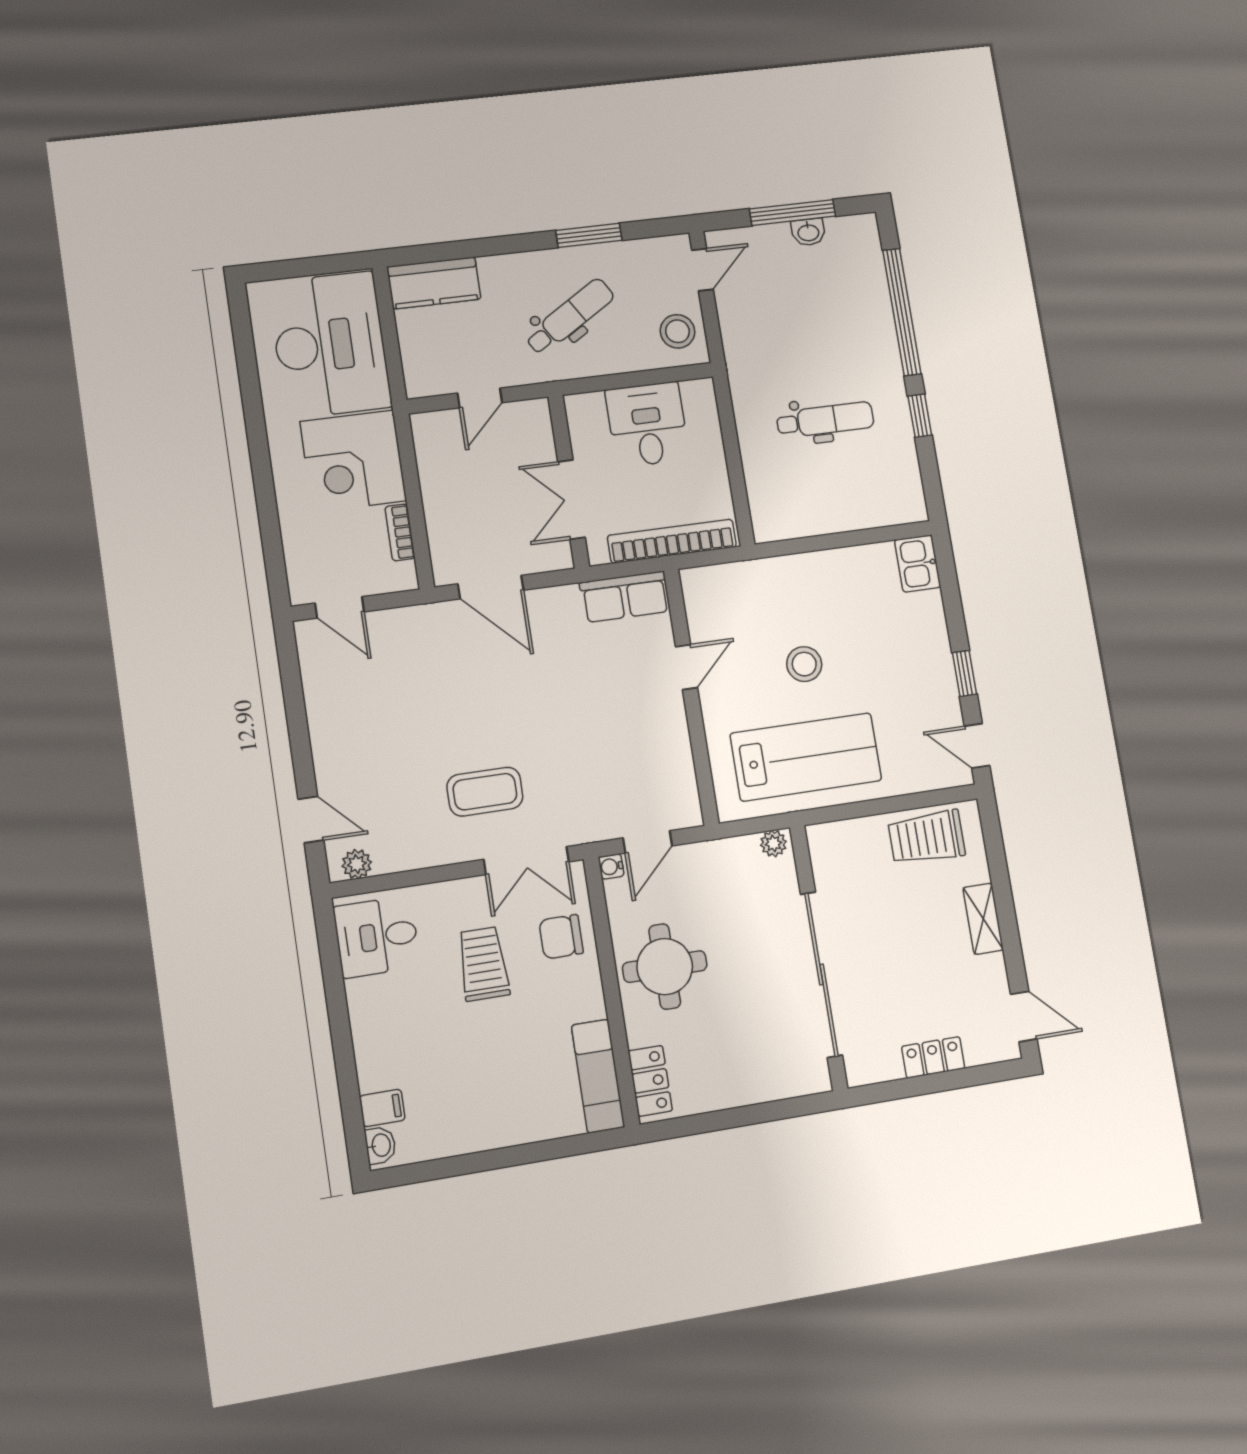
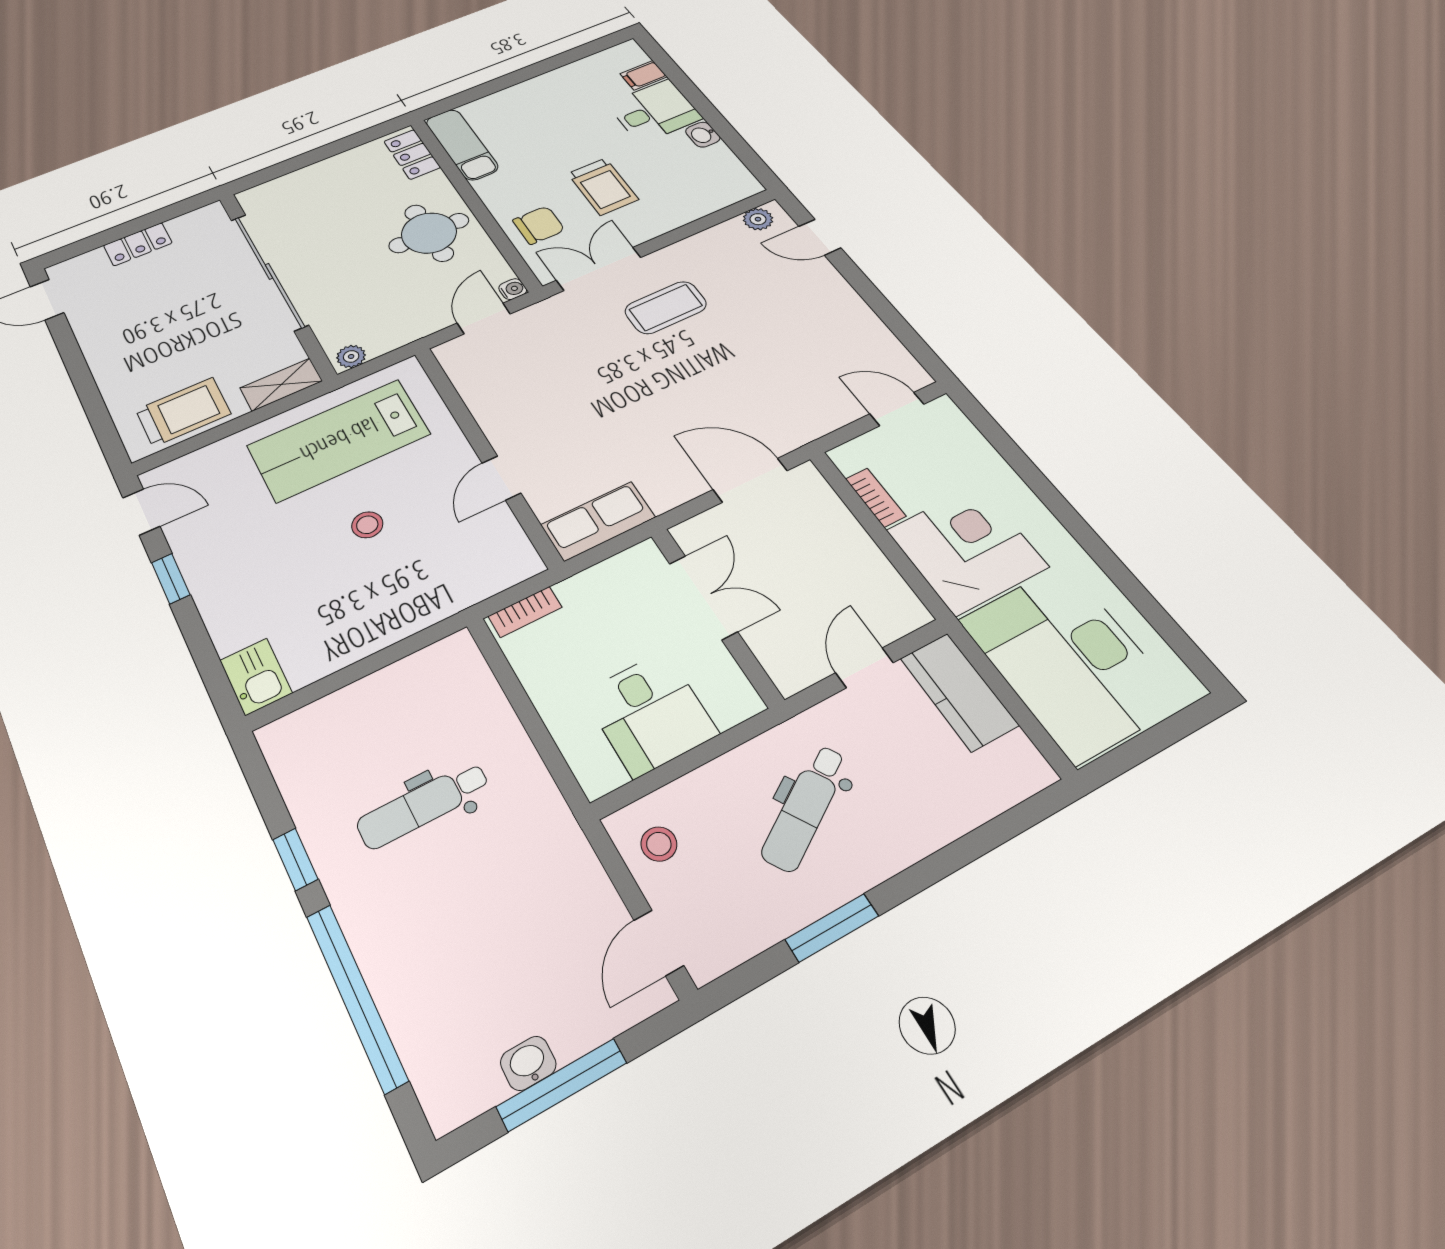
kitchen counter: (434, 283) -> (959, 692), moved, turned -90
stool: (677, 331) -> (659, 844), width x0.73, depth x0.73
bookcase: (672, 541) -> (525, 612), width x0.43, depth x0.76
stool: (804, 664) -> (367, 525), width x0.73, depth x0.73
shelving: (983, 919) -> (281, 384), moved, turned 90
desk: (377, 937) -> (654, 111), moved
washbasin: (380, 1145) -> (703, 135), moved

